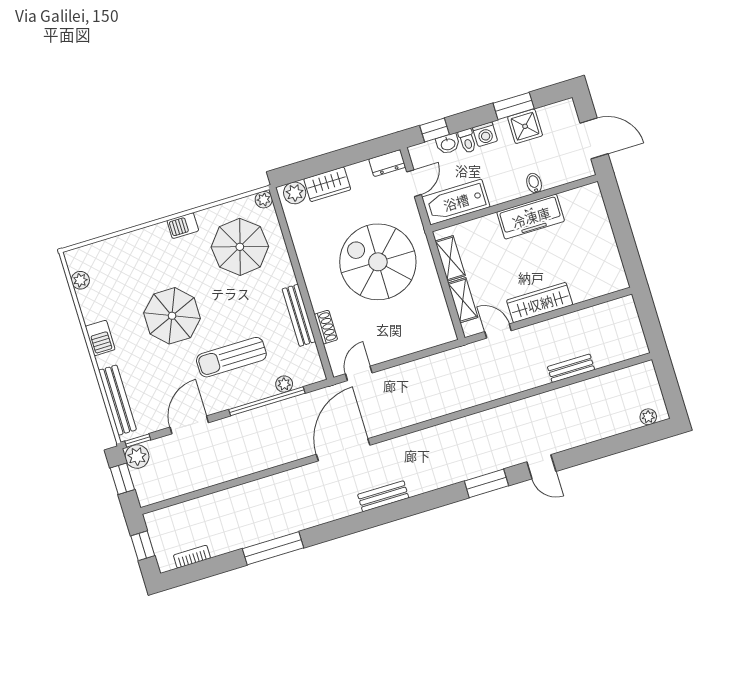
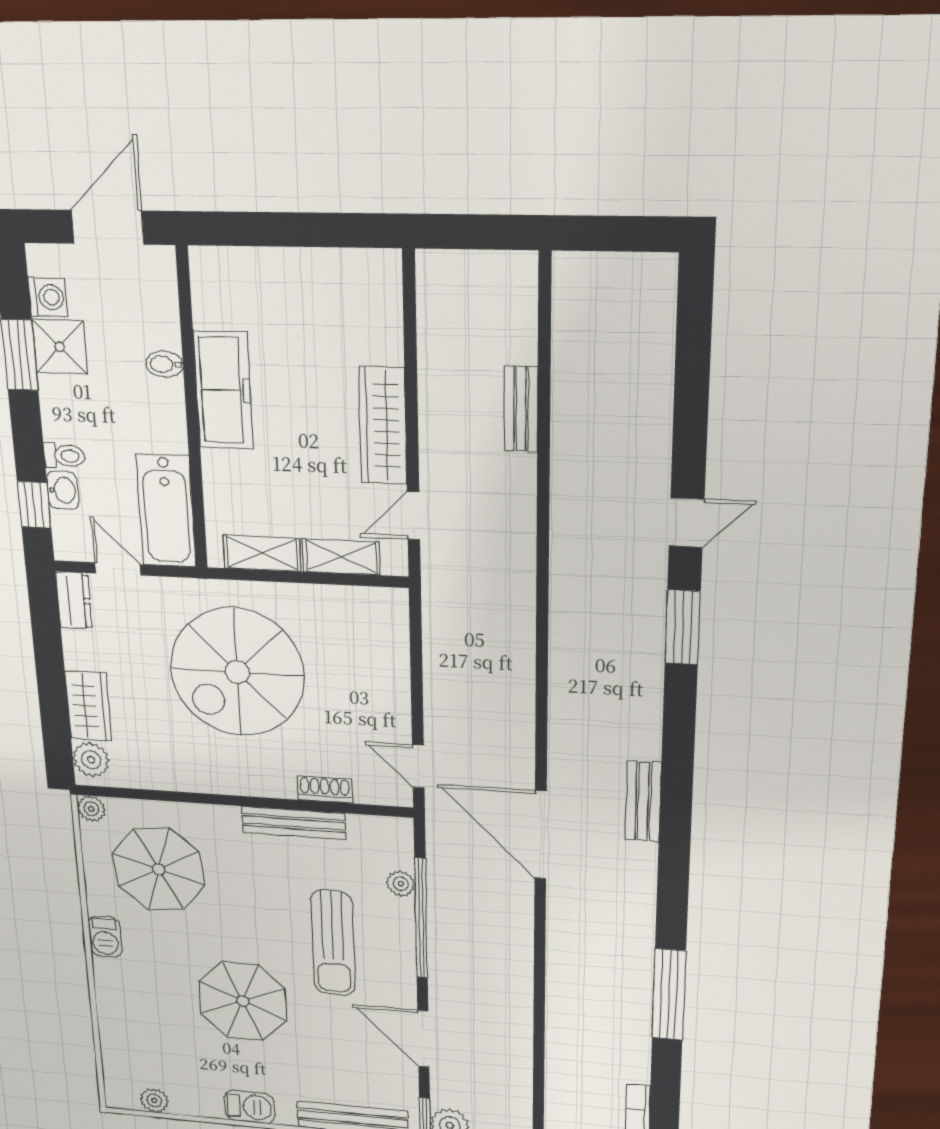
washing machine: (485, 134) -> (48, 297), moved
plant: (648, 417) -> (661, 294), removed

